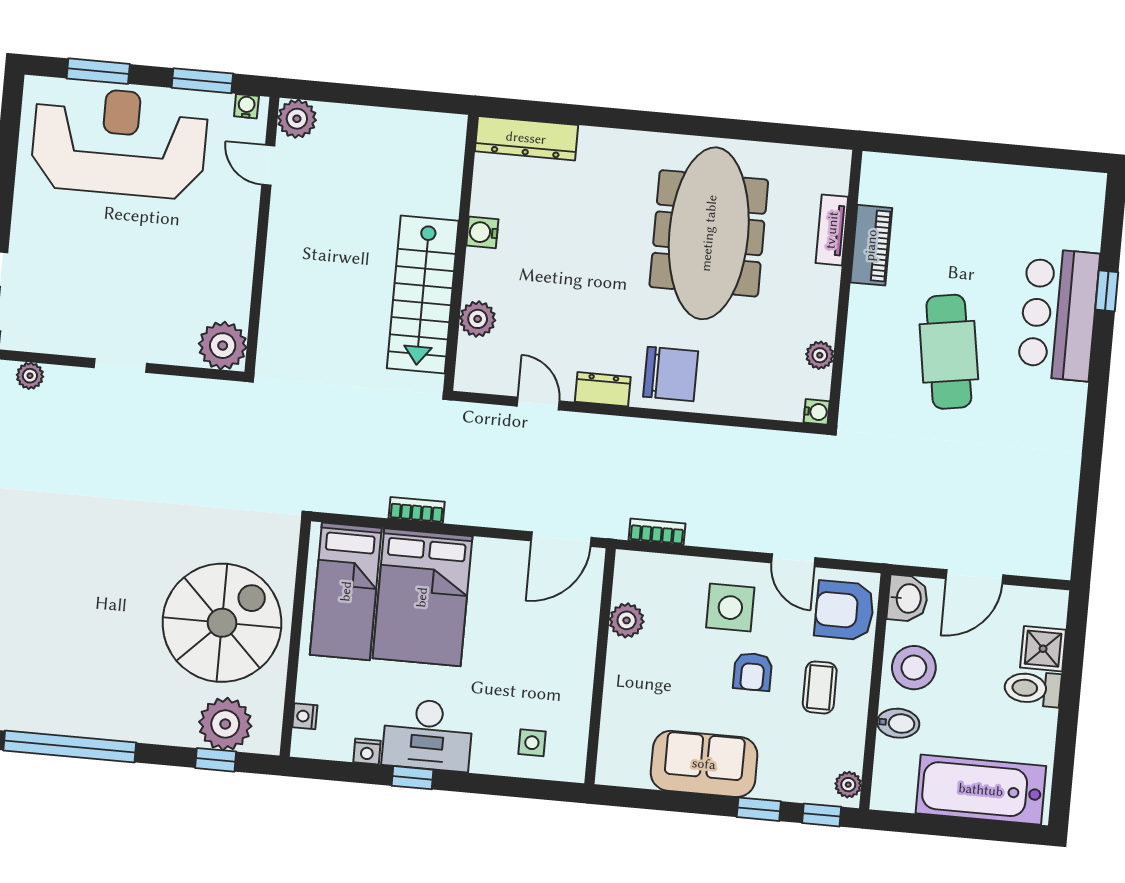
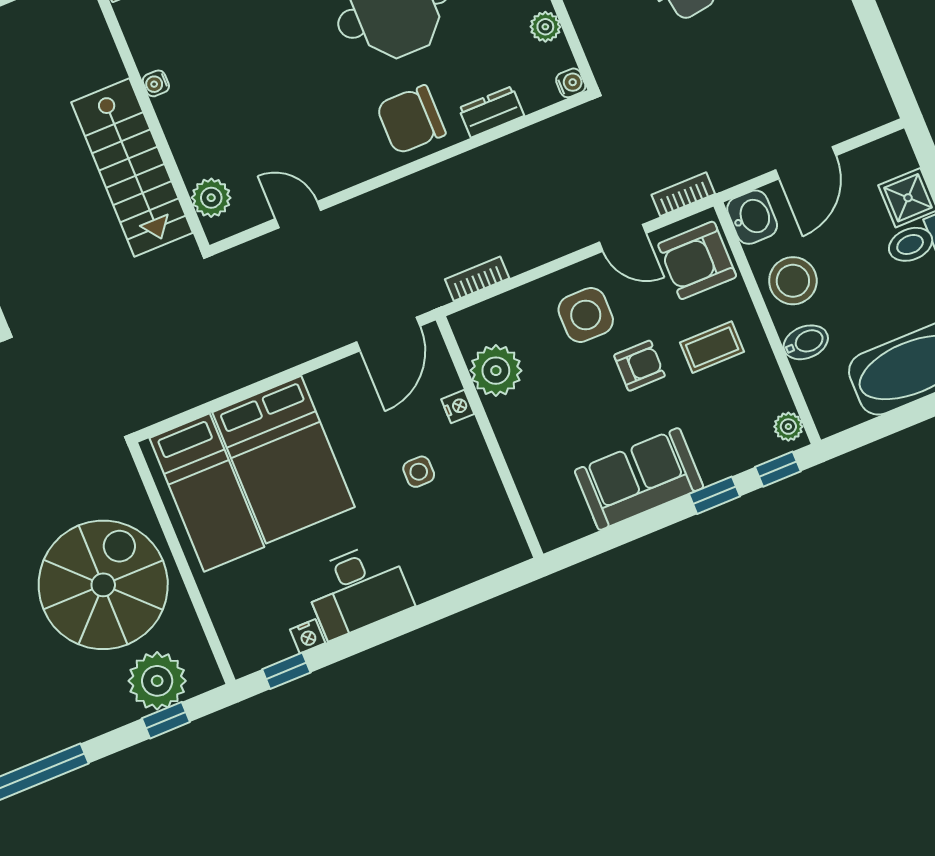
water cooler: (482, 232) -> (156, 83), width x0.72, depth x0.72
plant: (478, 319) -> (211, 198), moved
chair: (671, 374) -> (411, 120), turned 180
dresser: (603, 389) -> (491, 112), moved
bookcase: (417, 510) -> (683, 194), moved
plant: (627, 620) -> (496, 371), width x1.36, depth x1.36
armchair: (753, 672) -> (639, 366), turned -90
coffee table: (820, 687) -> (712, 347), turned 90
nightstand: (305, 716) -> (458, 407), moved, turned 180
side table: (532, 743) -> (419, 472), moved
window: (413, 778) -> (286, 671), moved

